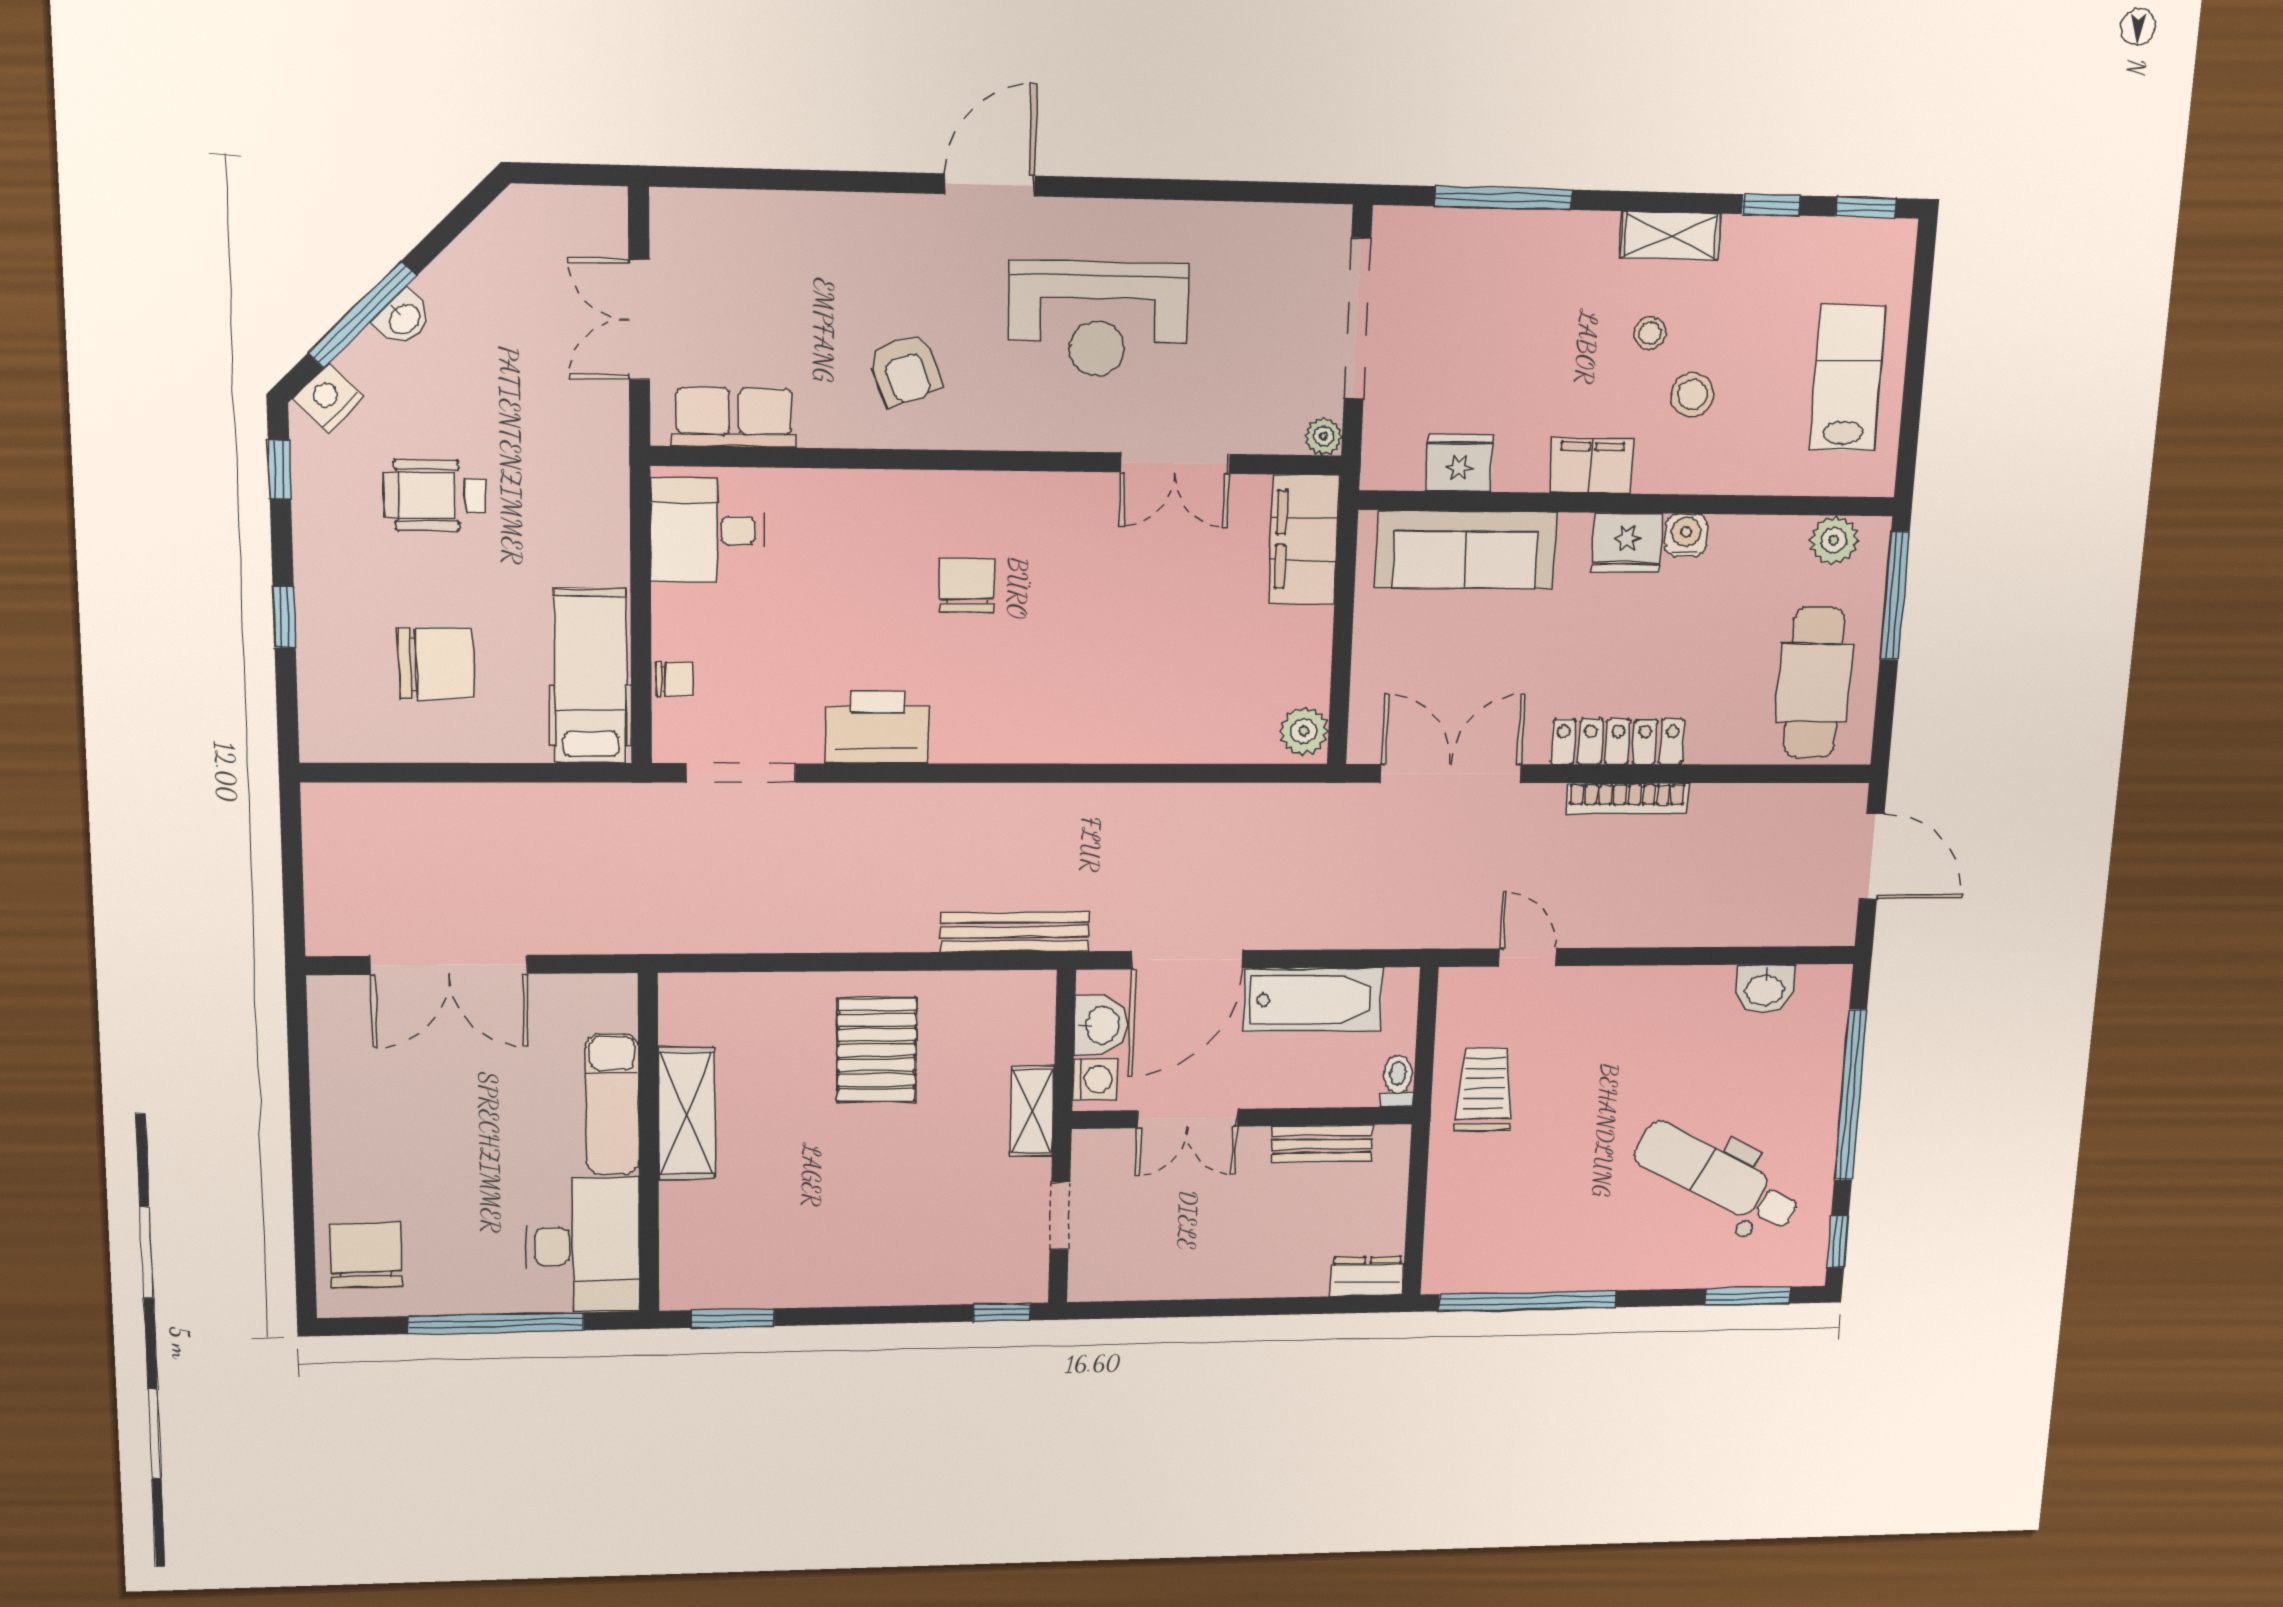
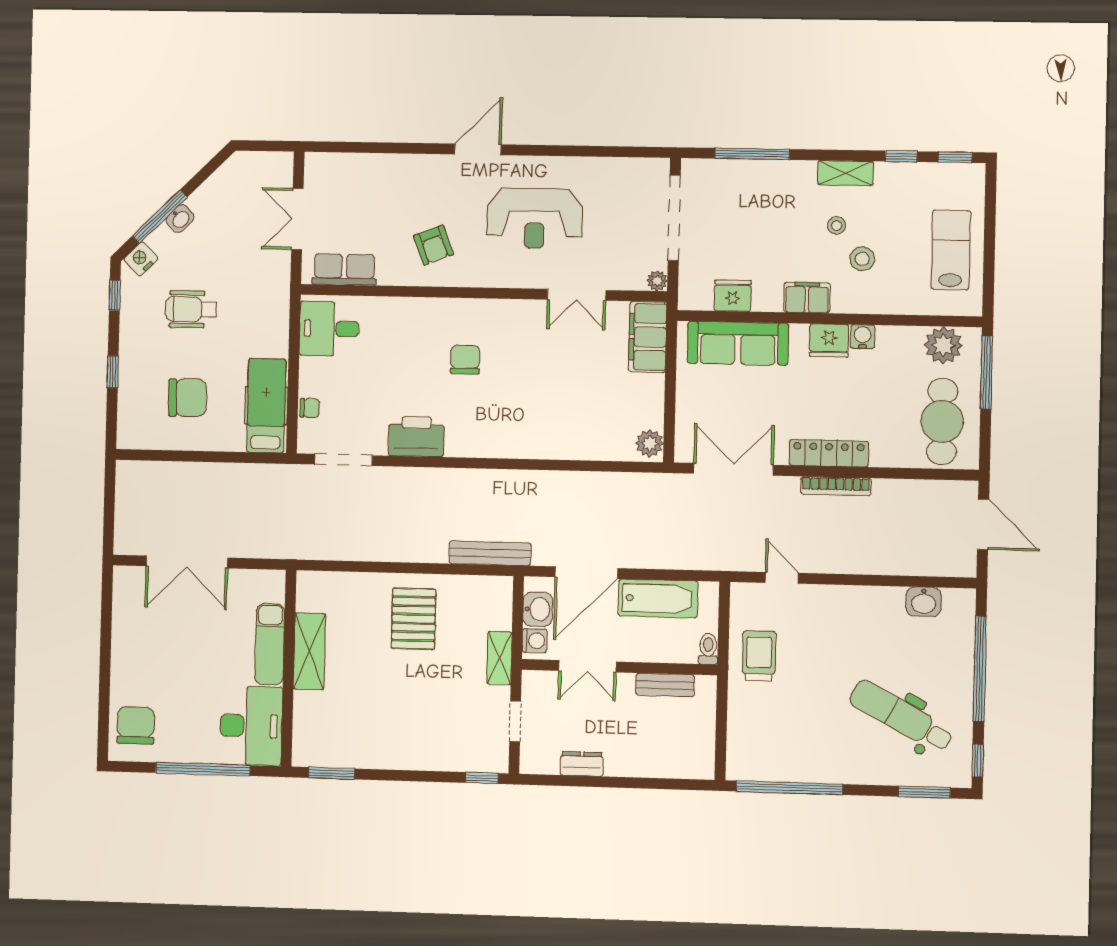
plant: (1834, 540) -> (943, 345), width x1.36, depth x1.36
dresser: (1367, 1276) -> (582, 764), moved

